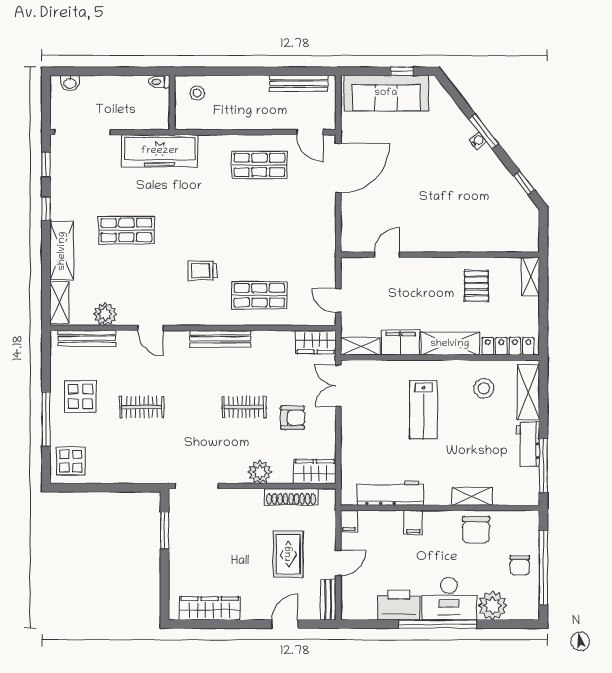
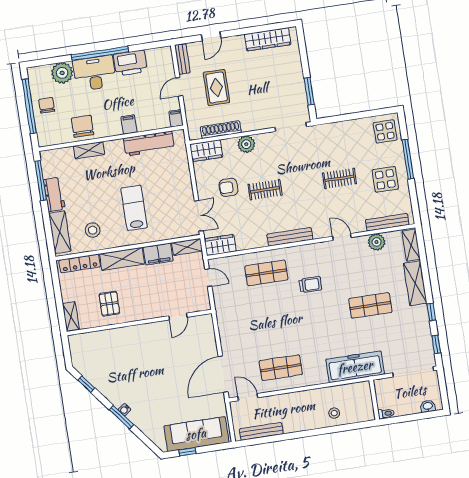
toilet: (159, 82) -> (386, 414), moved
wall: (172, 103) -> (374, 400), moved

